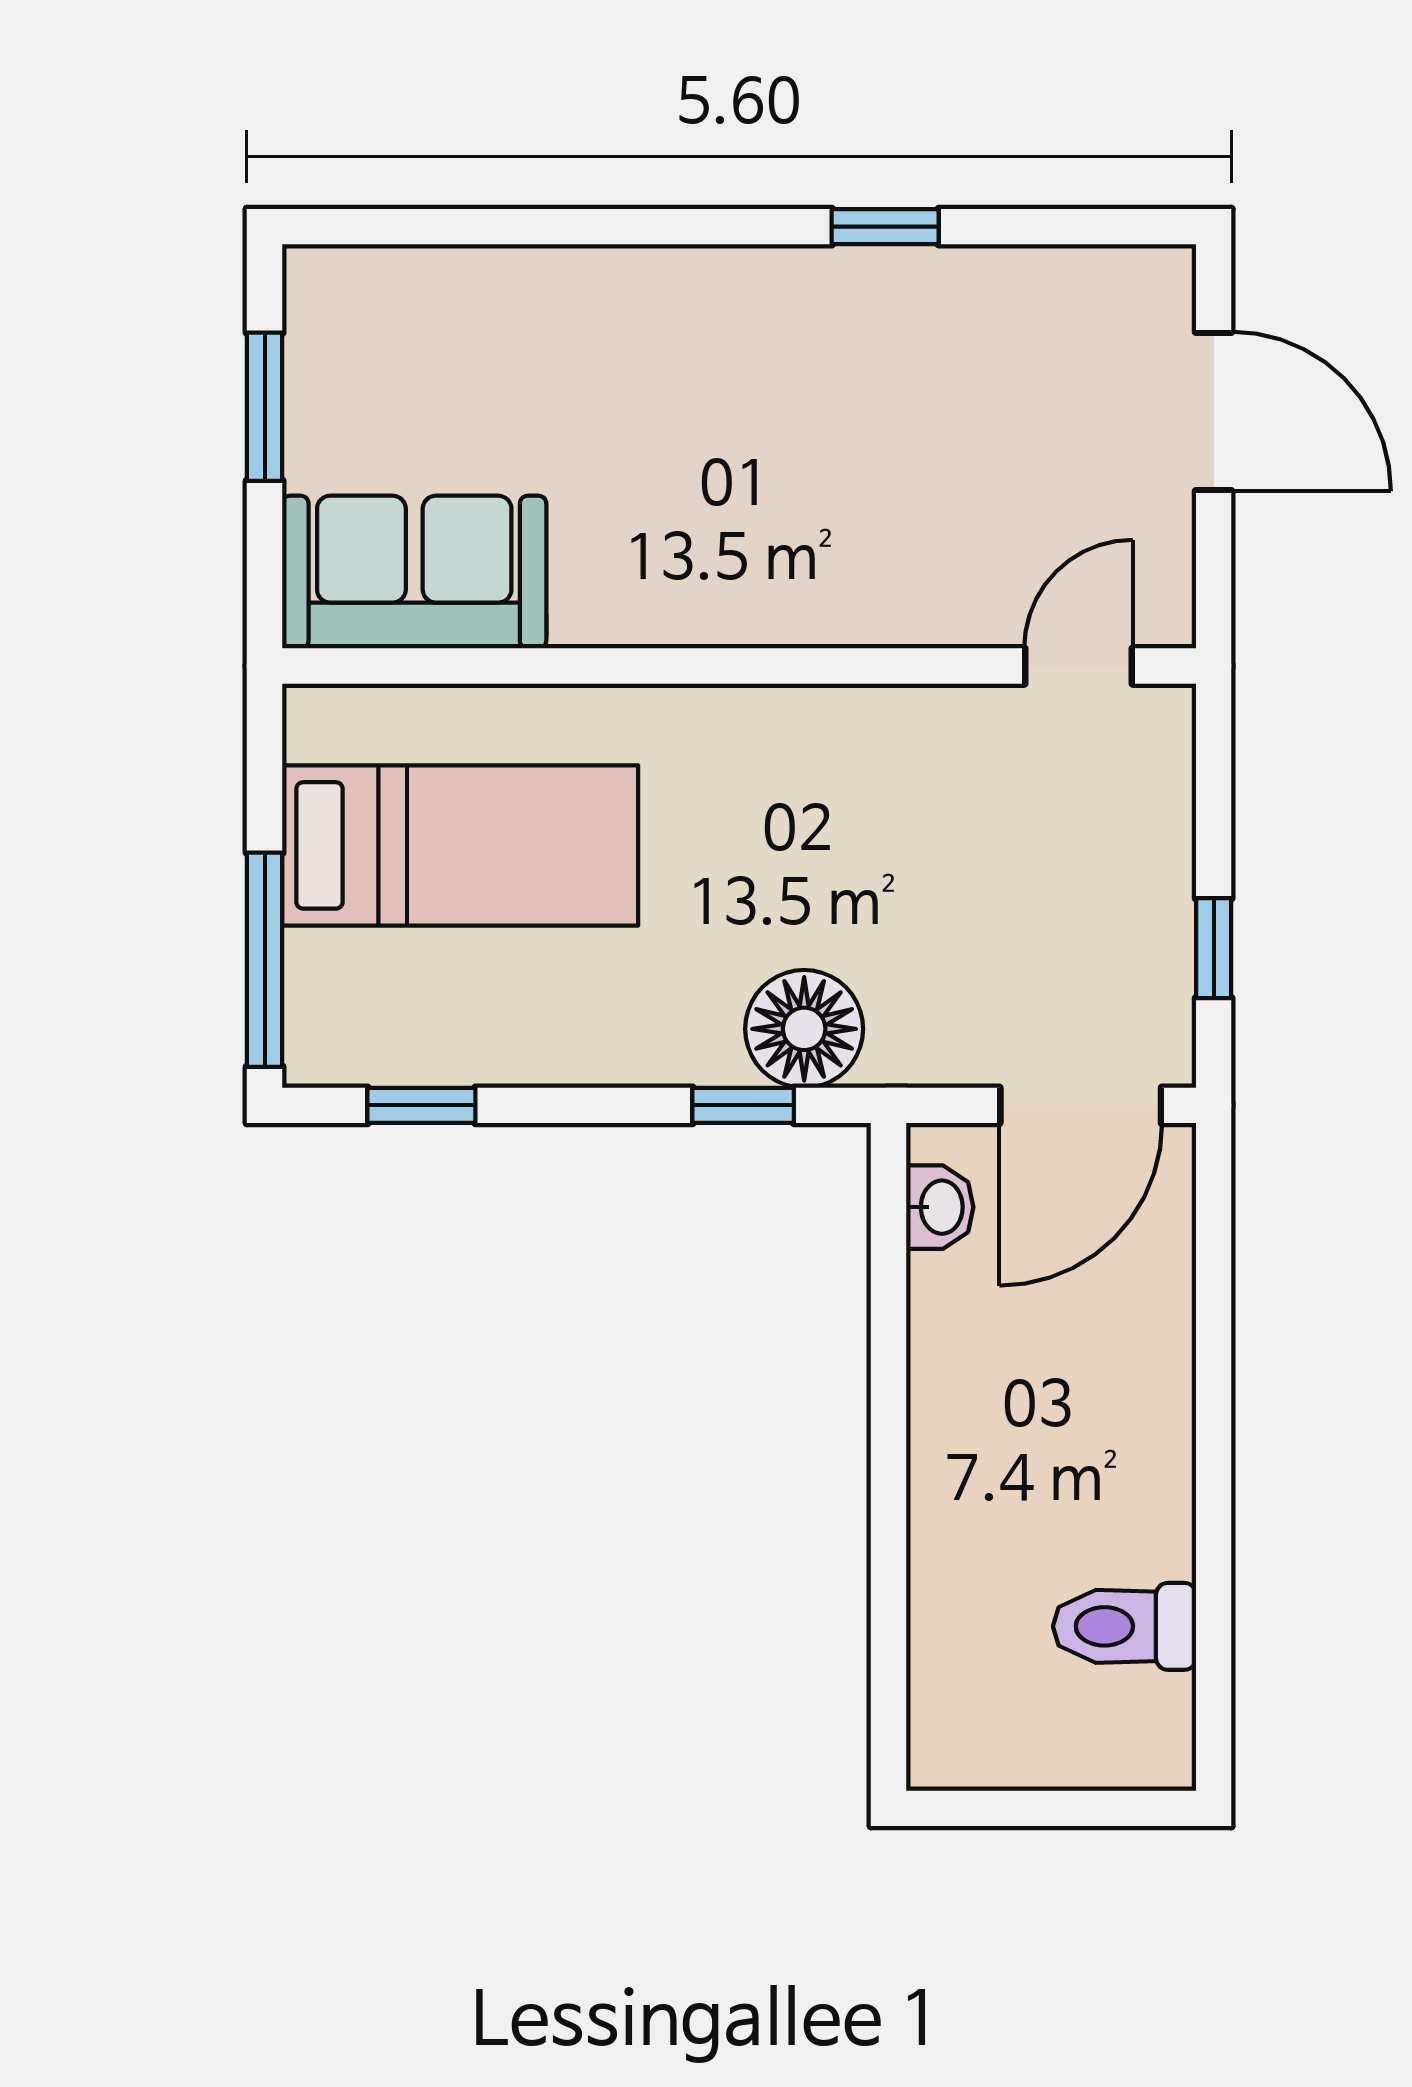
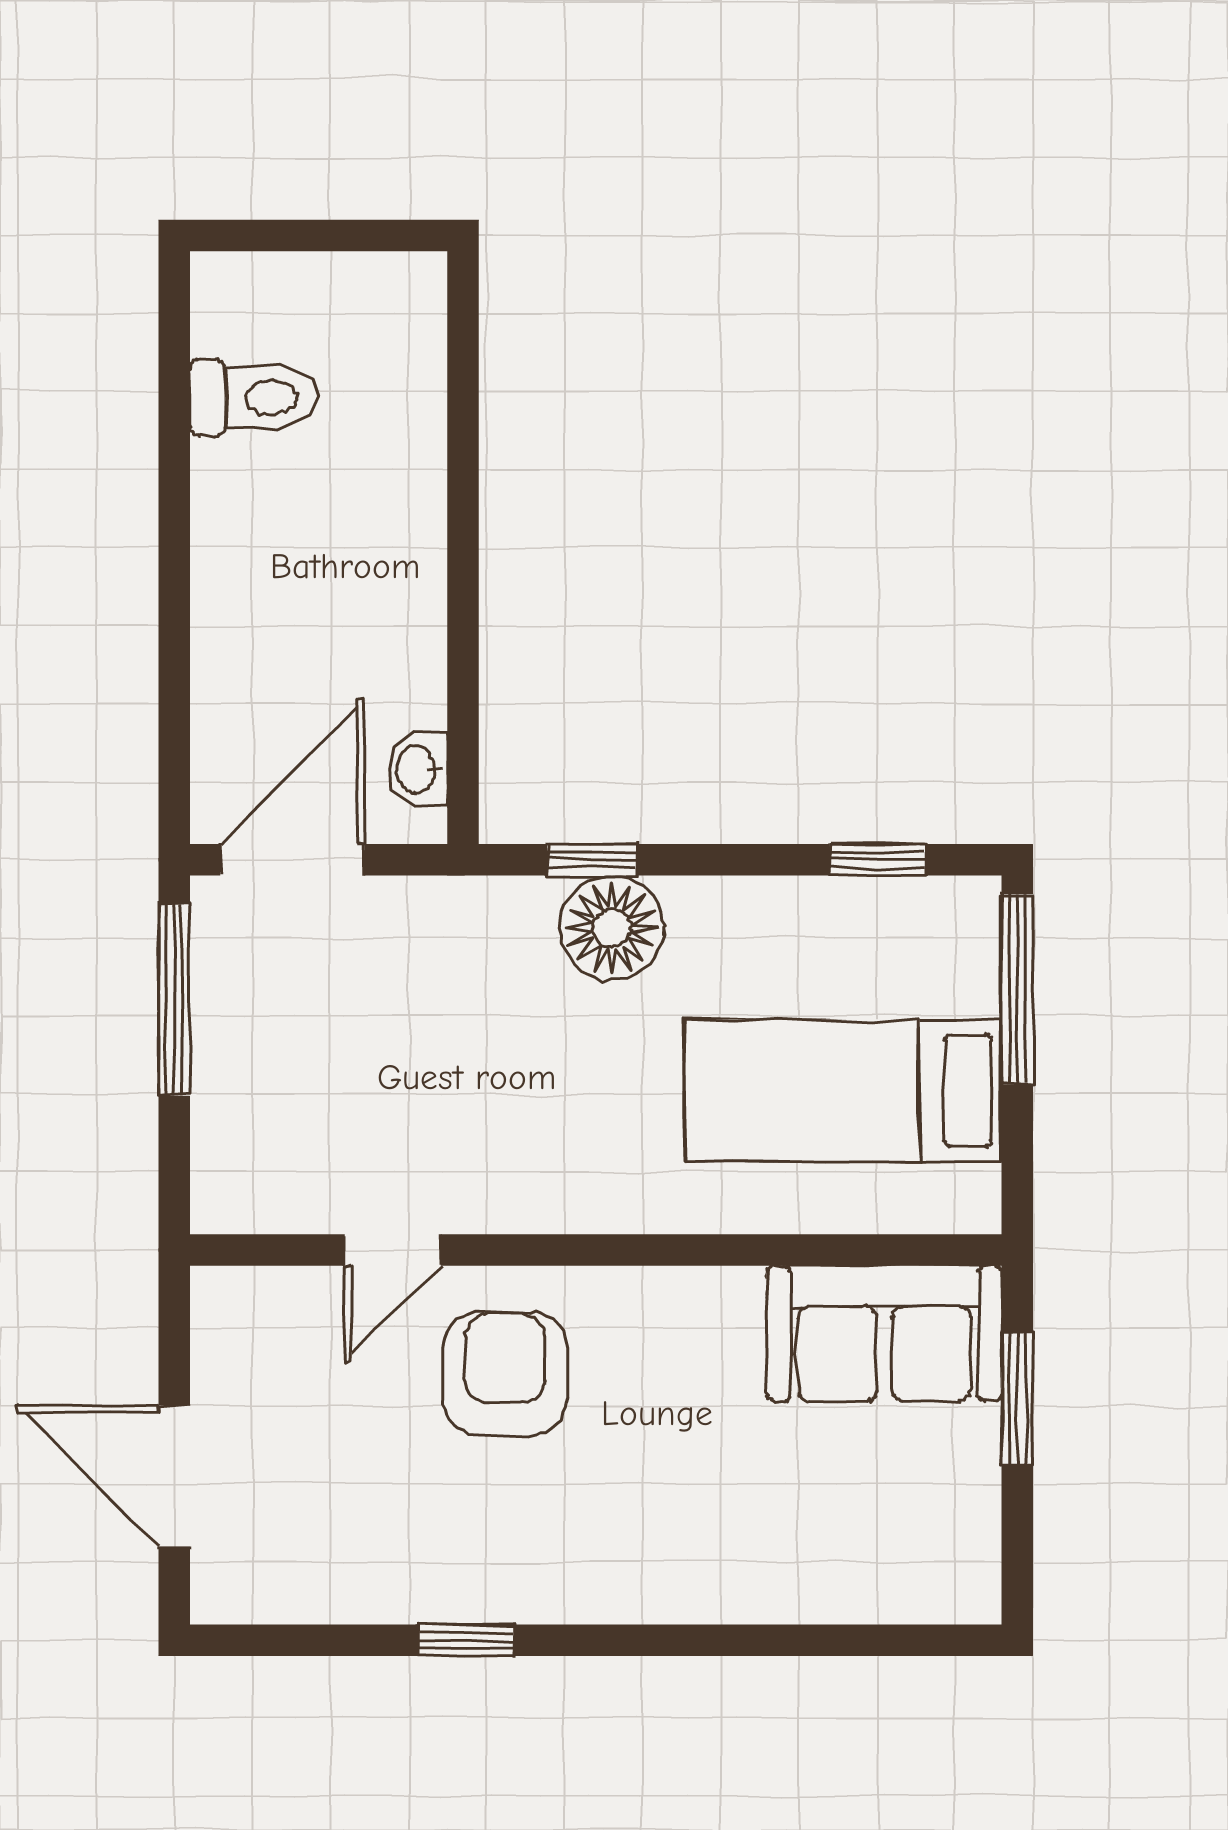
window: (265, 407) -> (1017, 1398), moved
armchair: (841, 527) -> (505, 1373), added
door: (1079, 666) -> (393, 1250), moved
window: (1214, 948) -> (174, 999), width x2.17
floor lamp: (804, 1029) -> (612, 928), moved

